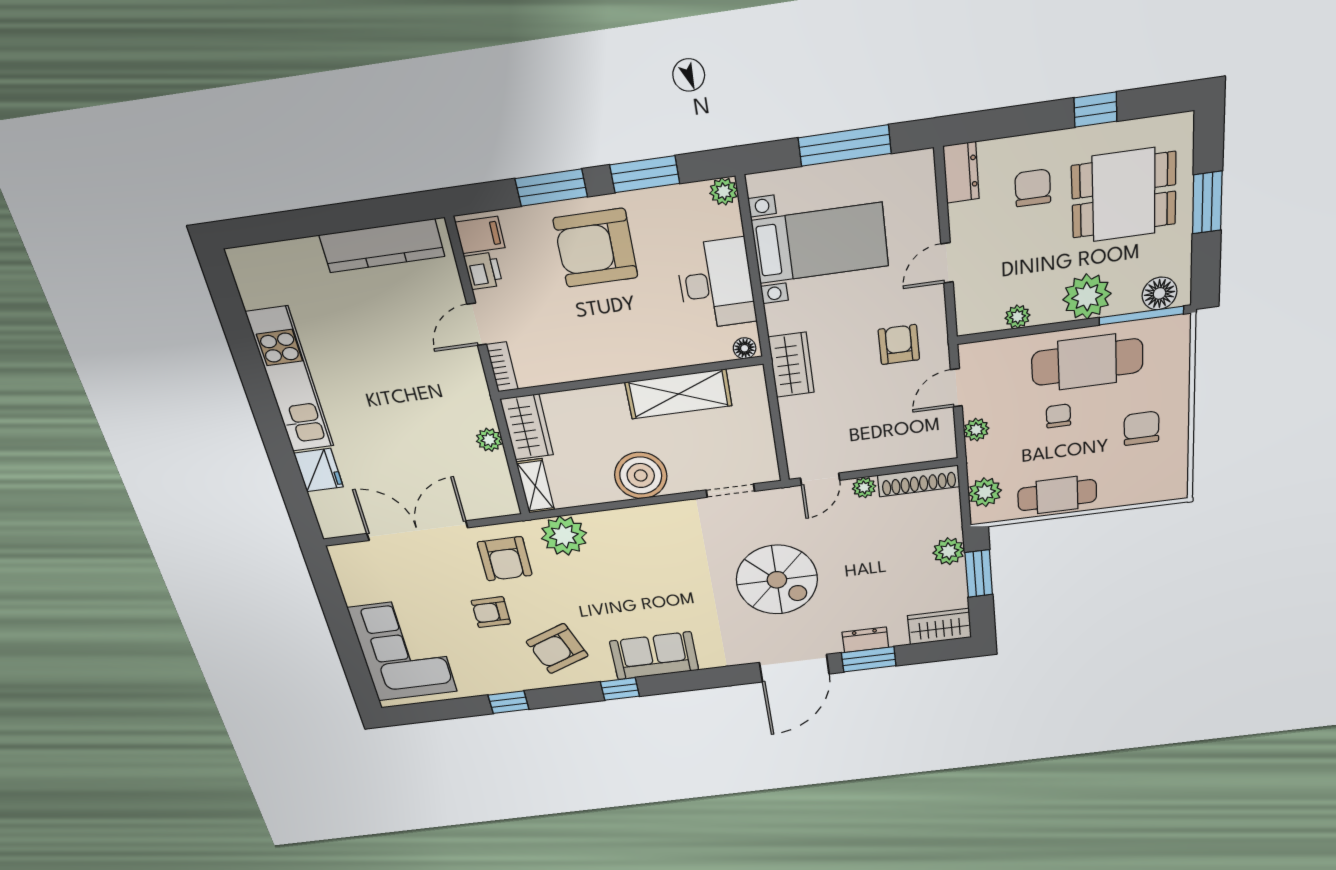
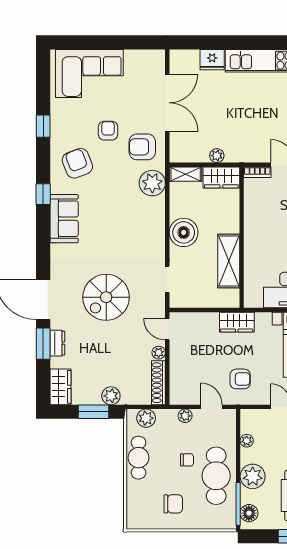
floor lamp: (745, 348) -> (250, 299), removed

